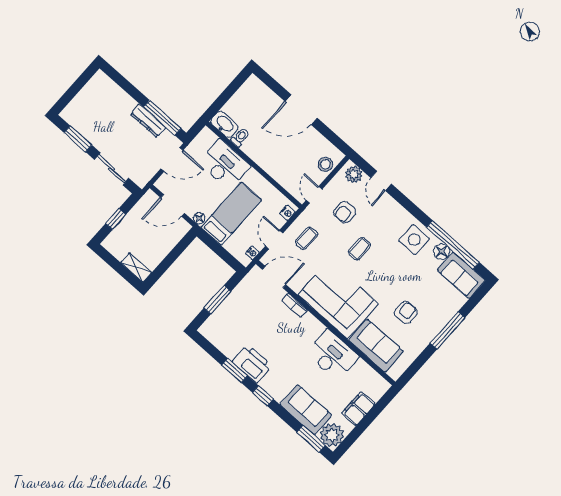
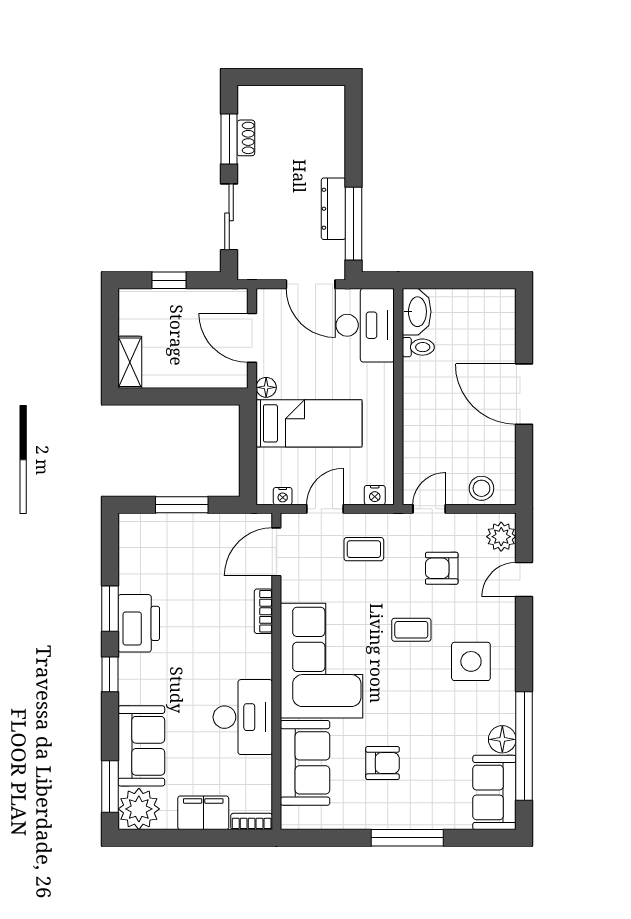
shoe rack: (84, 131) -> (246, 138), added
desk: (225, 164) -> (365, 325), moved
side table: (414, 240) -> (471, 661), moved
door: (274, 277) -> (276, 552), swing flipped
bookcase: (381, 391) -> (252, 821), added

